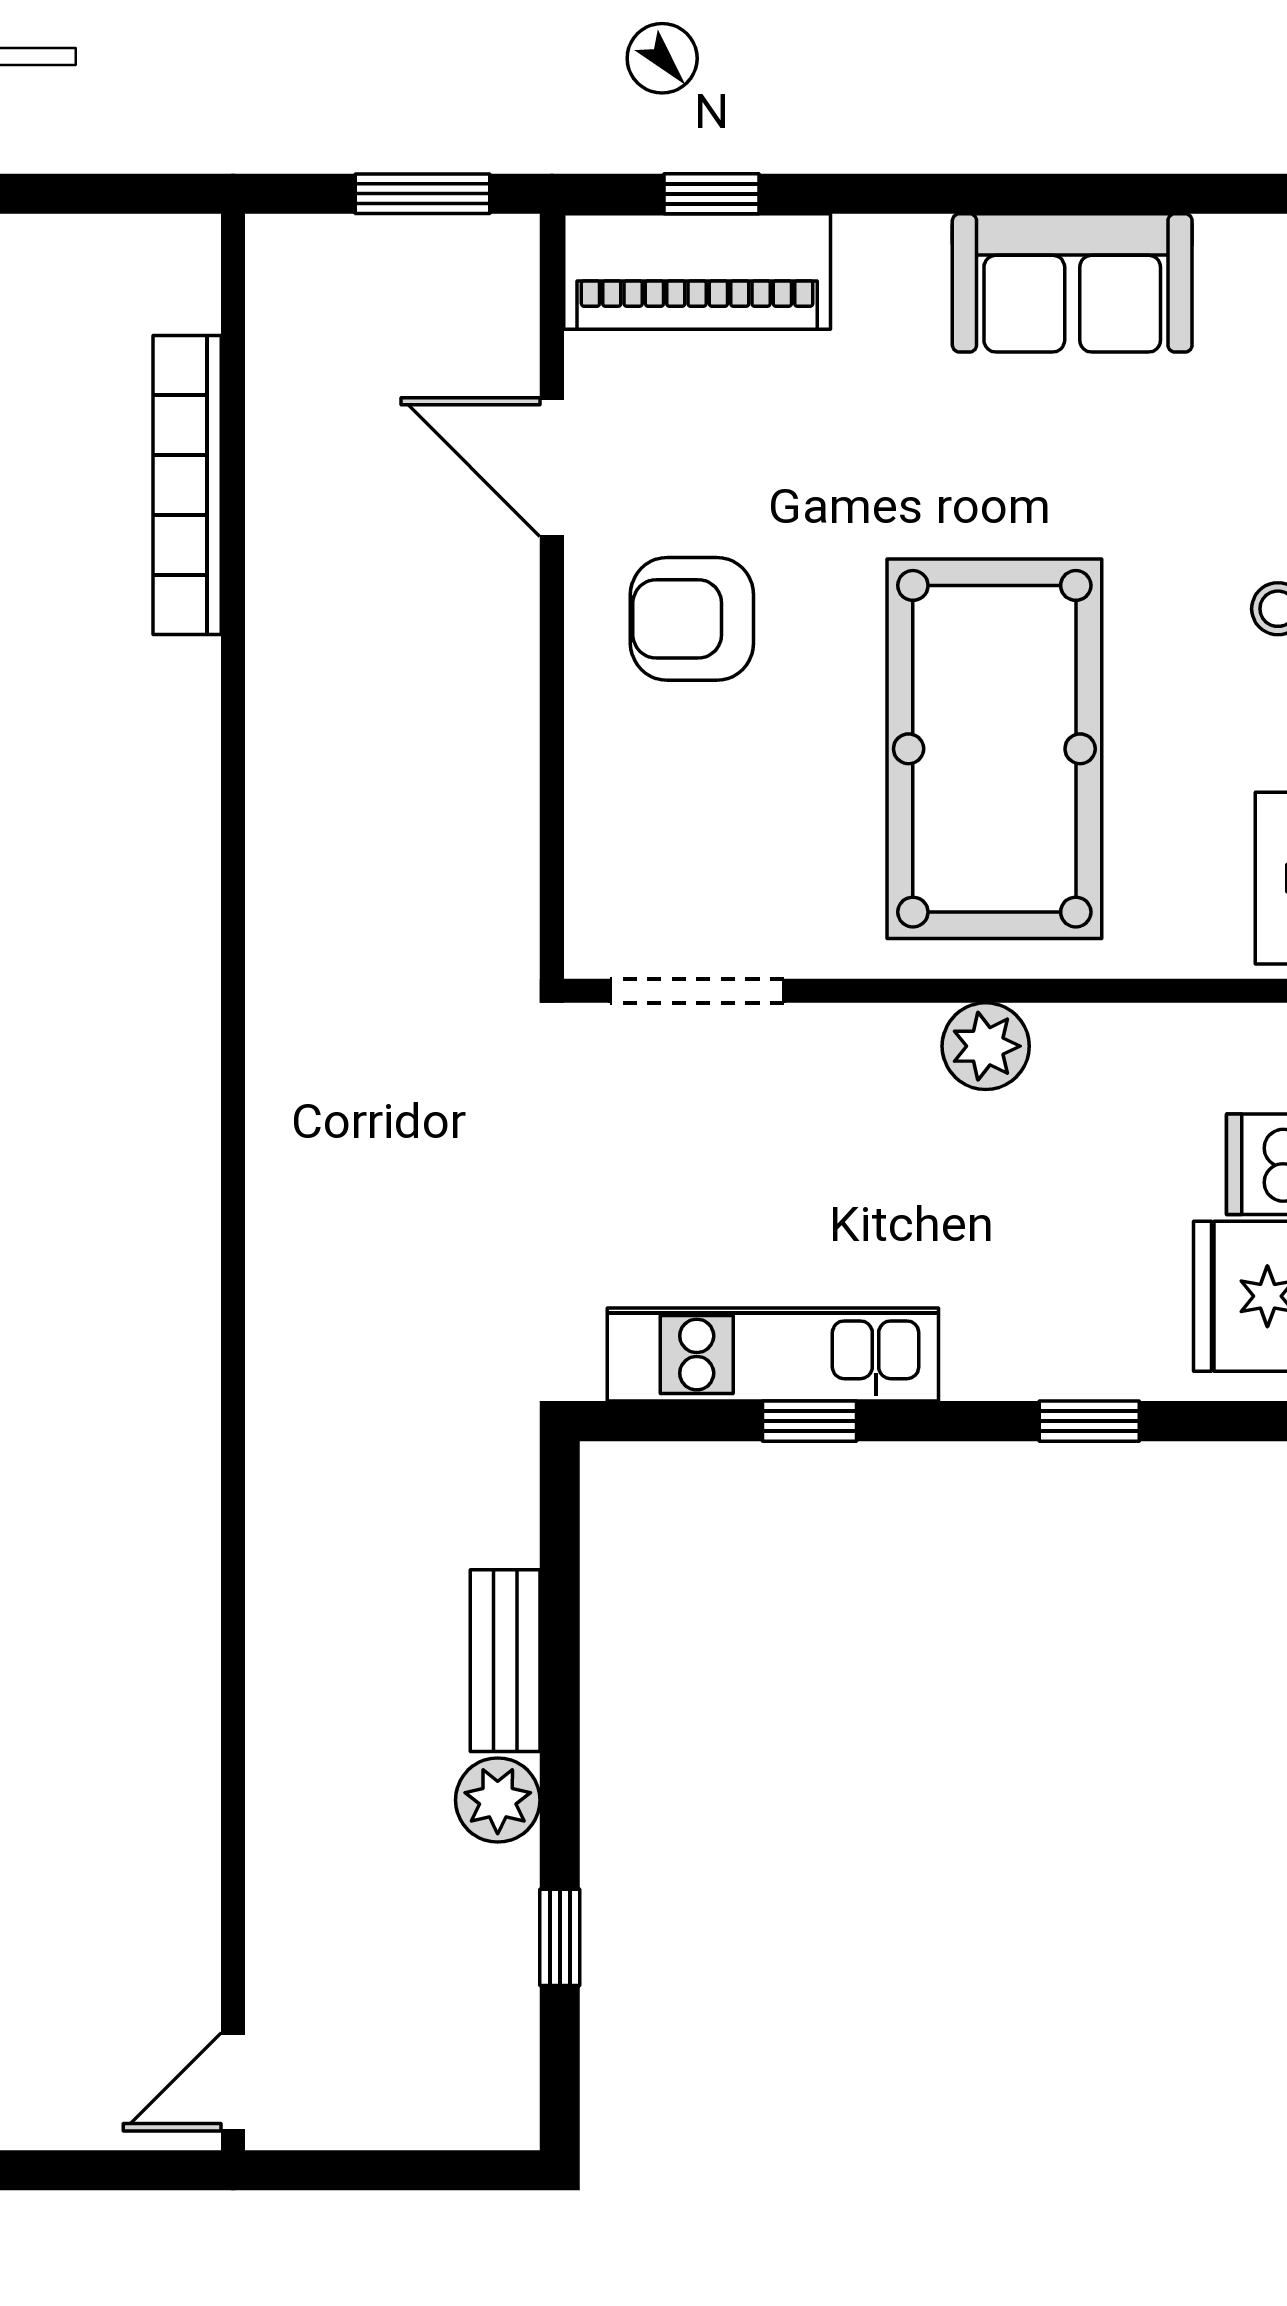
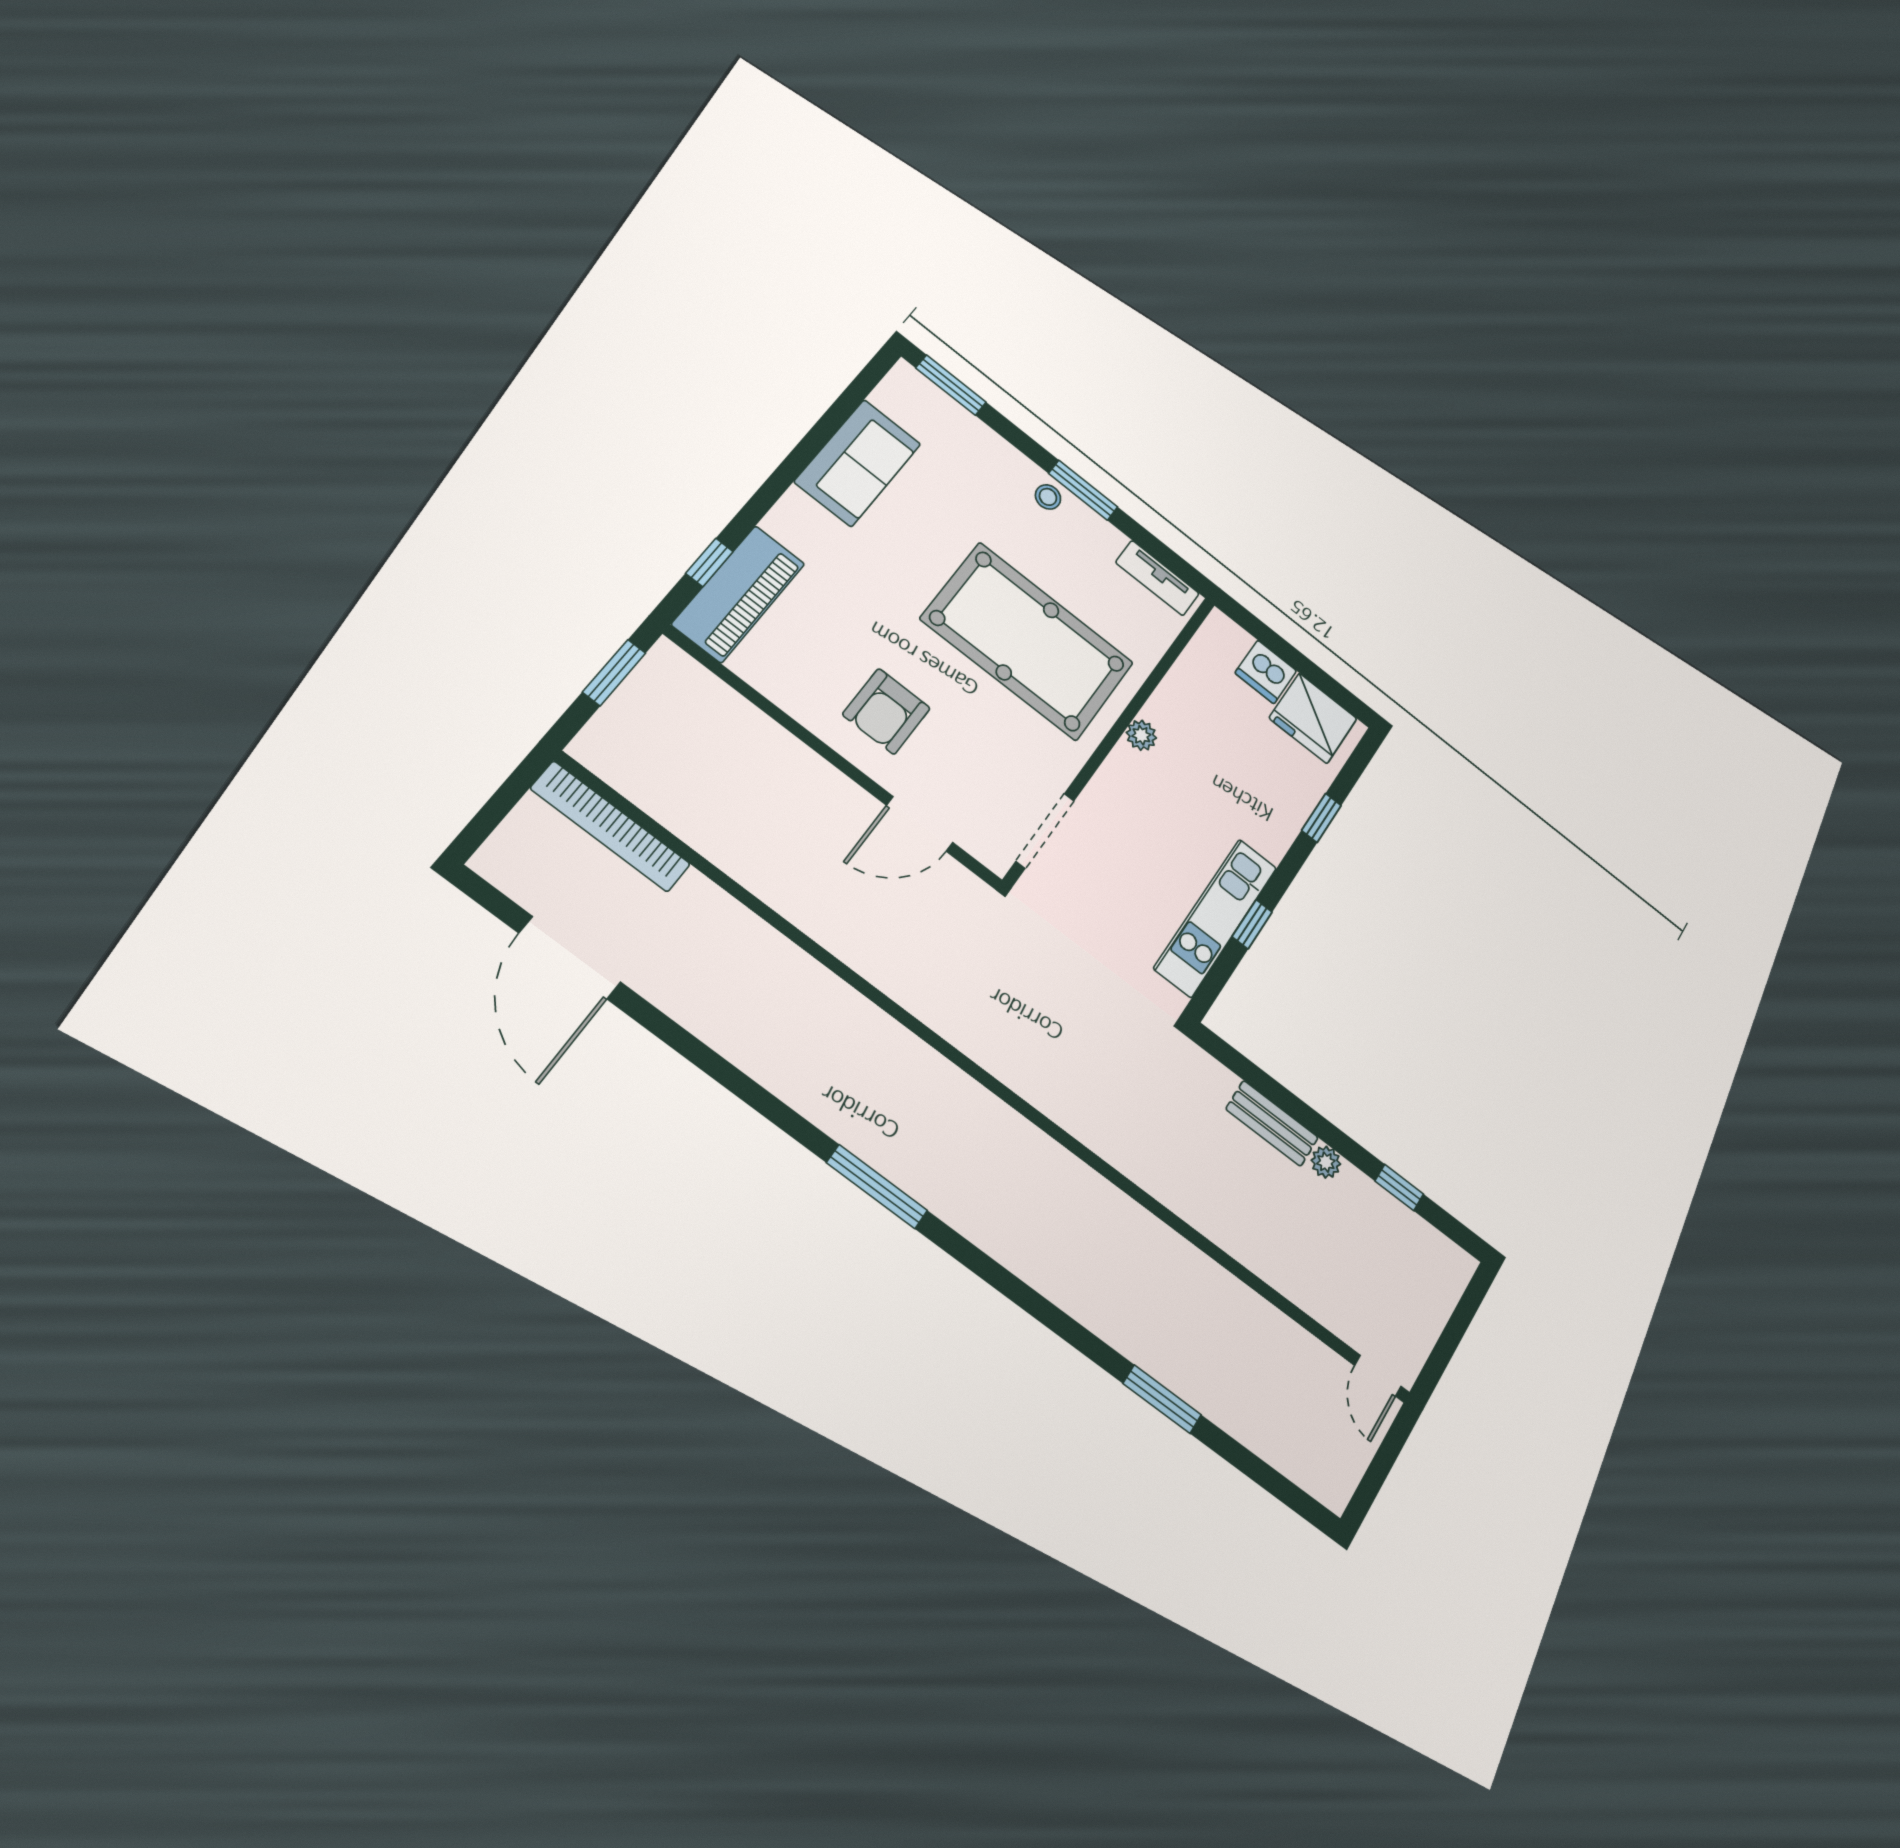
door: (552, 467) -> (920, 824), moved
bookcase: (187, 485) -> (610, 826), moved
plant: (986, 1046) -> (1141, 735), width x0.73, depth x0.73
plant: (498, 1800) -> (1326, 1162), width x0.73, depth x0.73

